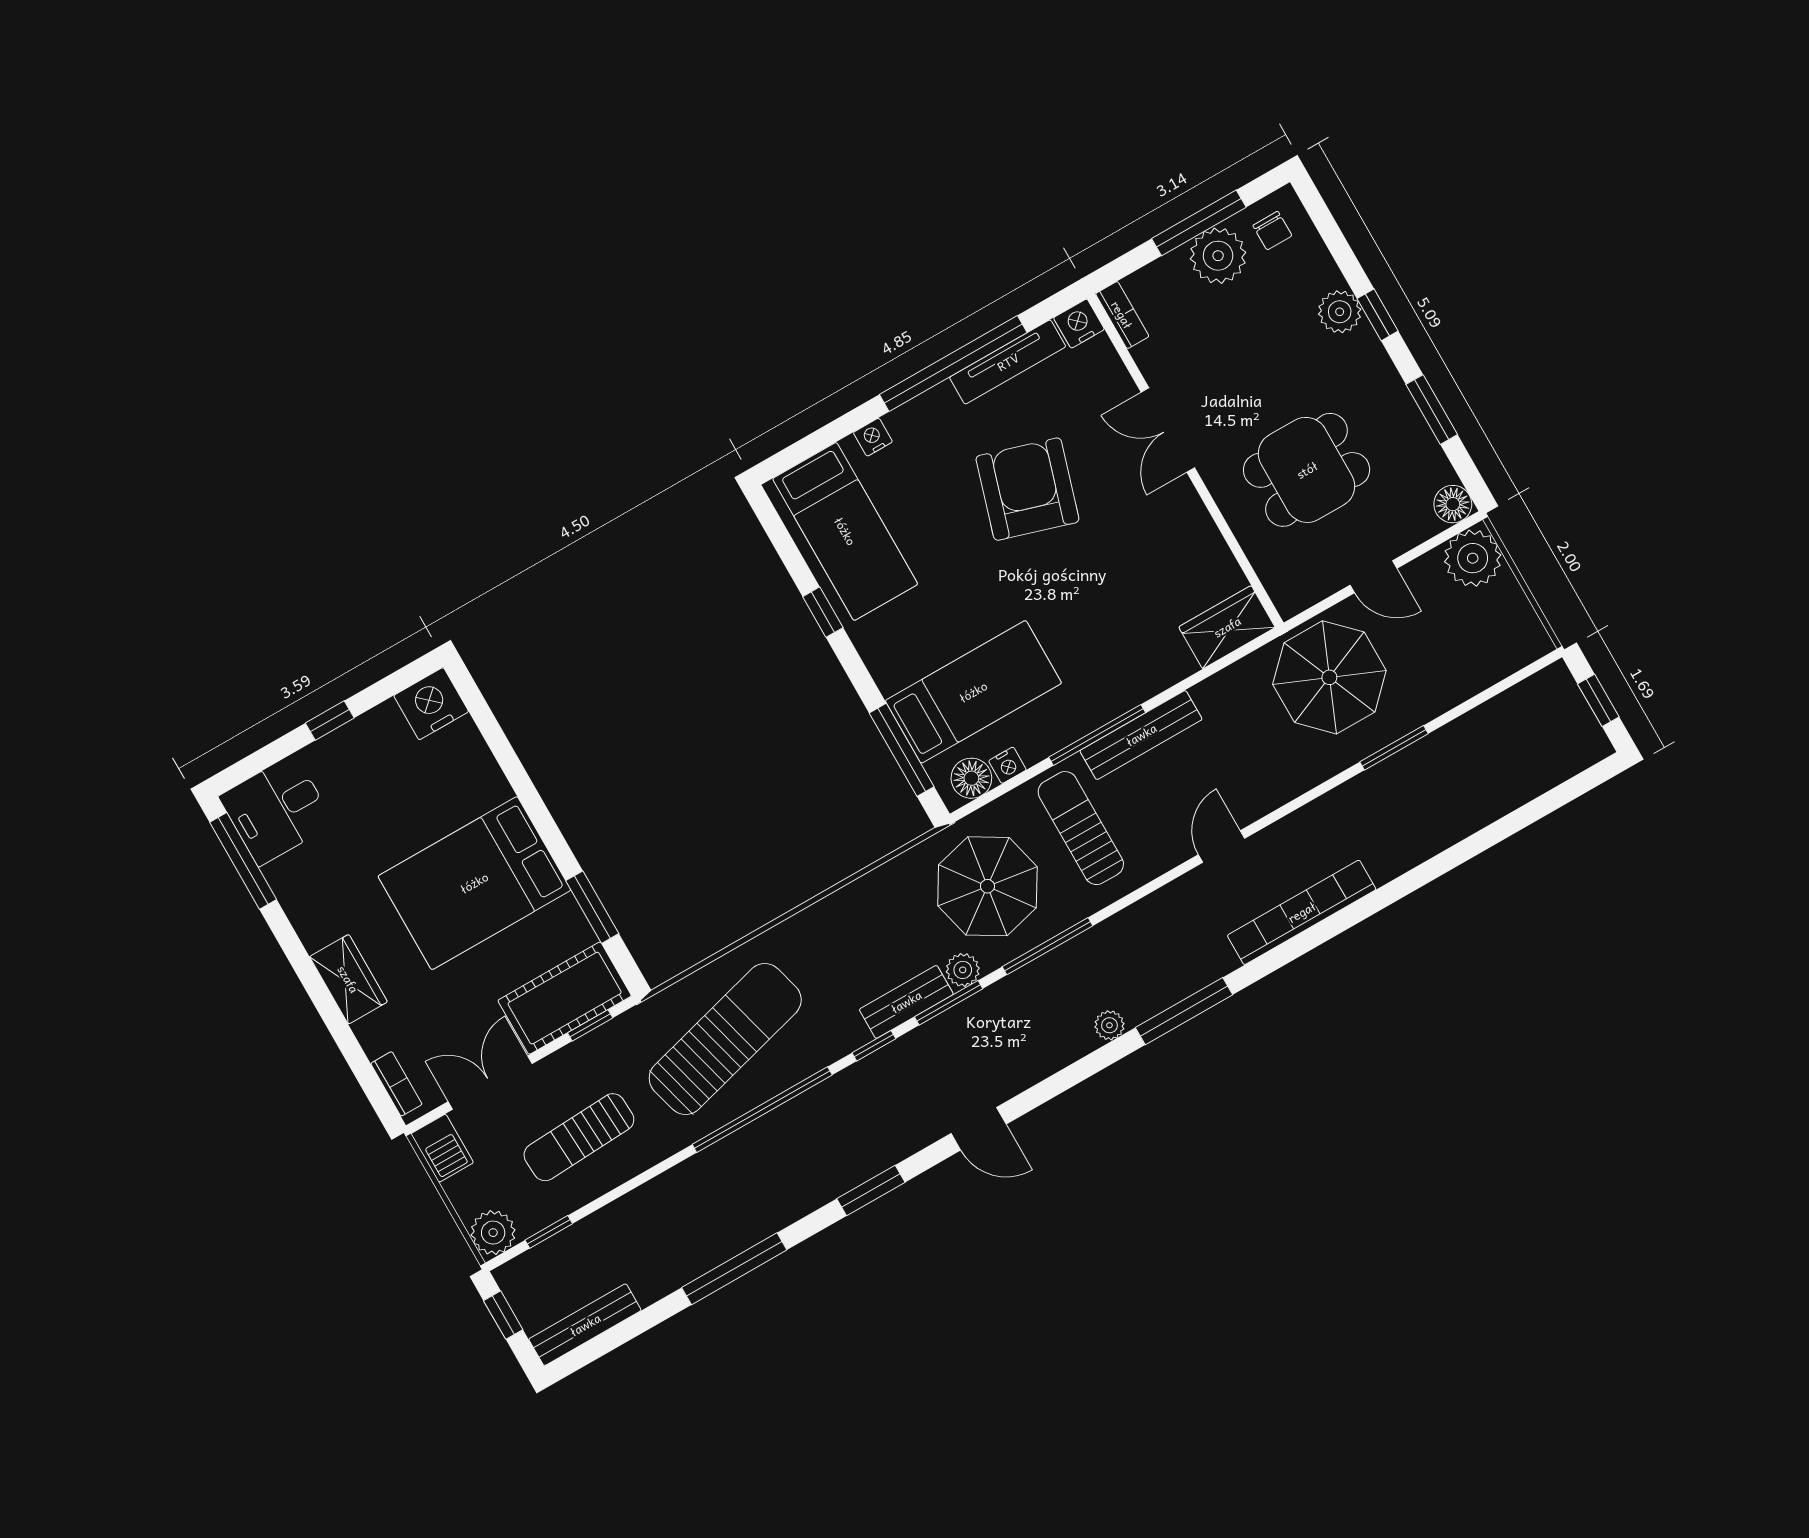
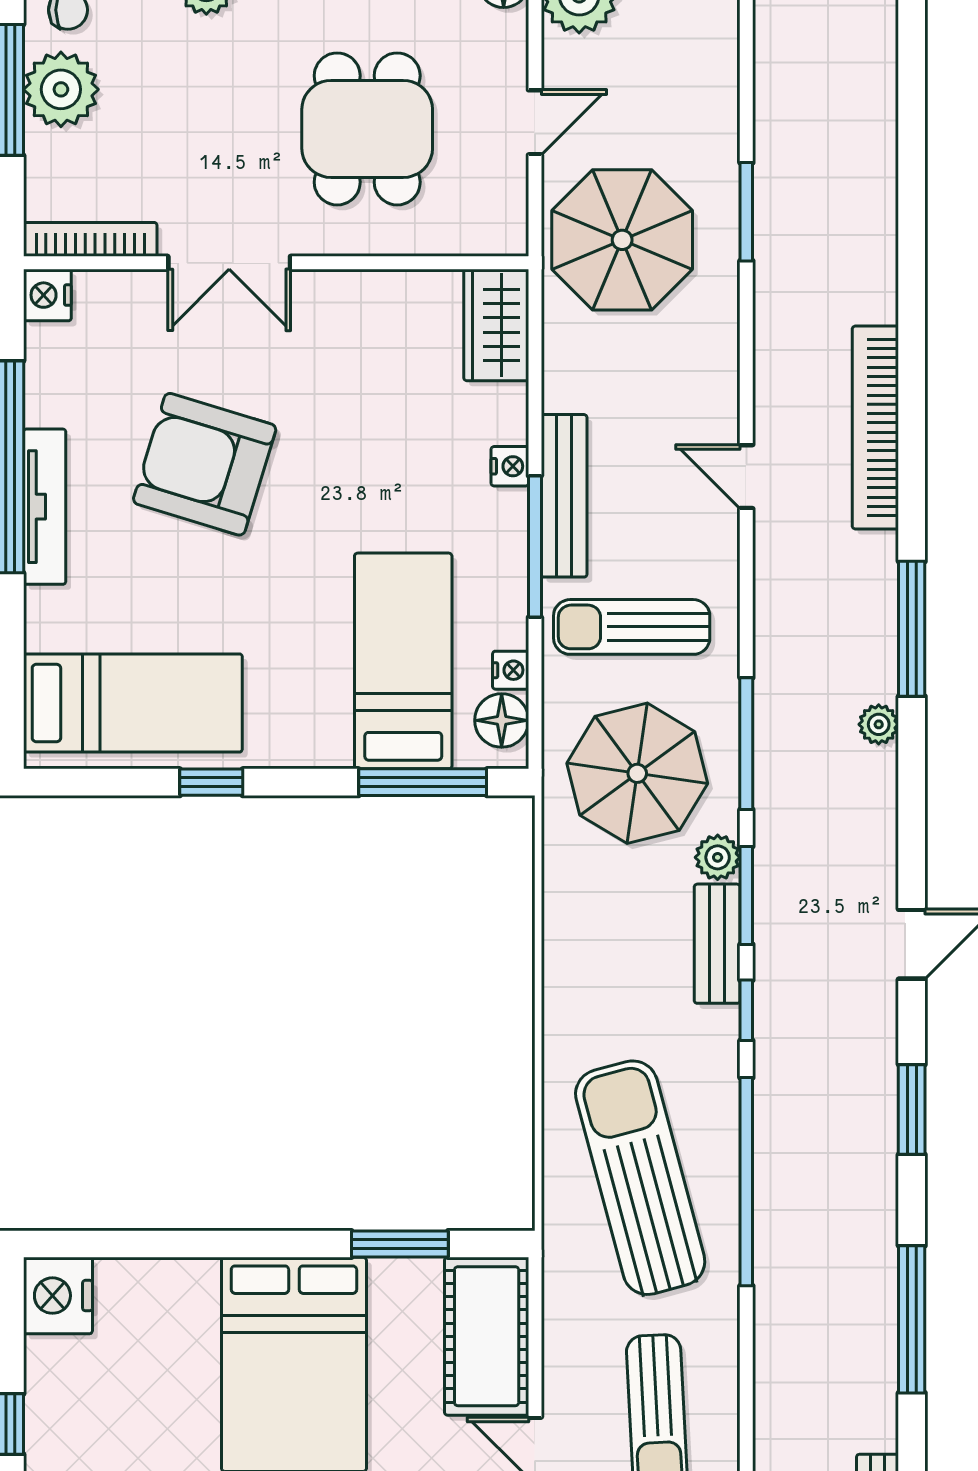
bookcase: (1122, 315) -> (90, 239), width x1.56
tv unit: (1008, 362) -> (45, 507), moved
nightstand: (873, 437) -> (510, 466), moved, turned 180
window: (590, 1025) -> (535, 1325), removed

